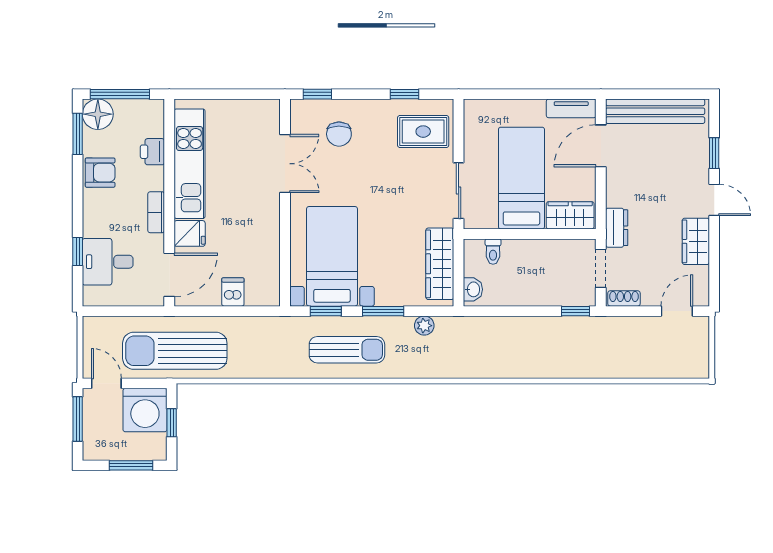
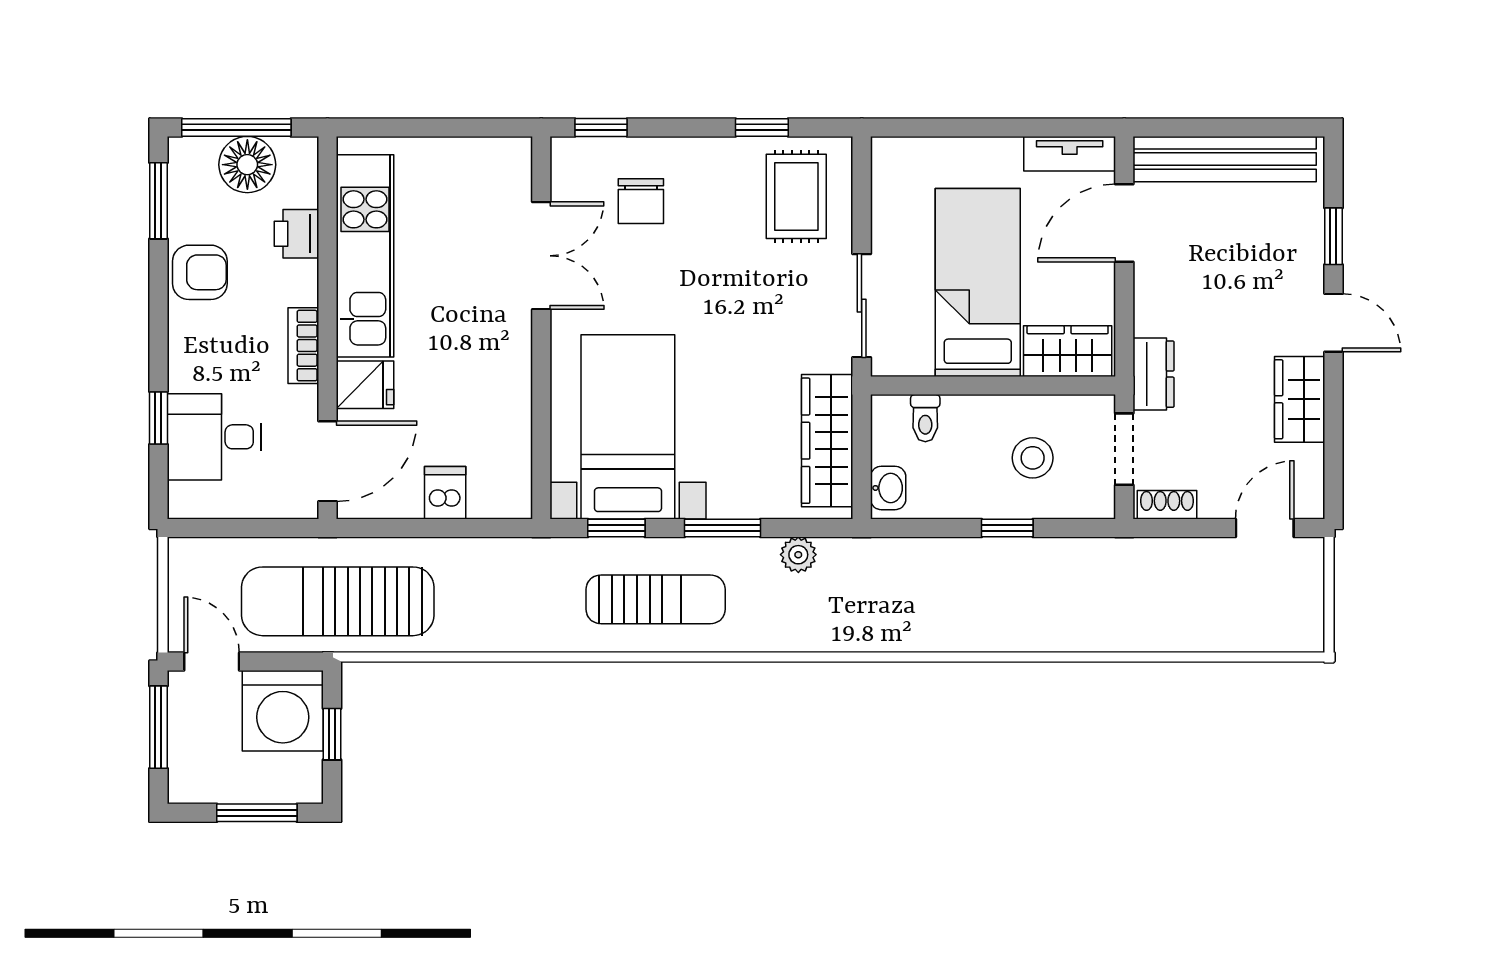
floor lamp: (98, 114) -> (247, 165), moved
rug: (423, 132) -> (796, 196), turned 90
stool: (551, 273) -> (1033, 458), added
window: (575, 311) -> (1007, 528), moved

